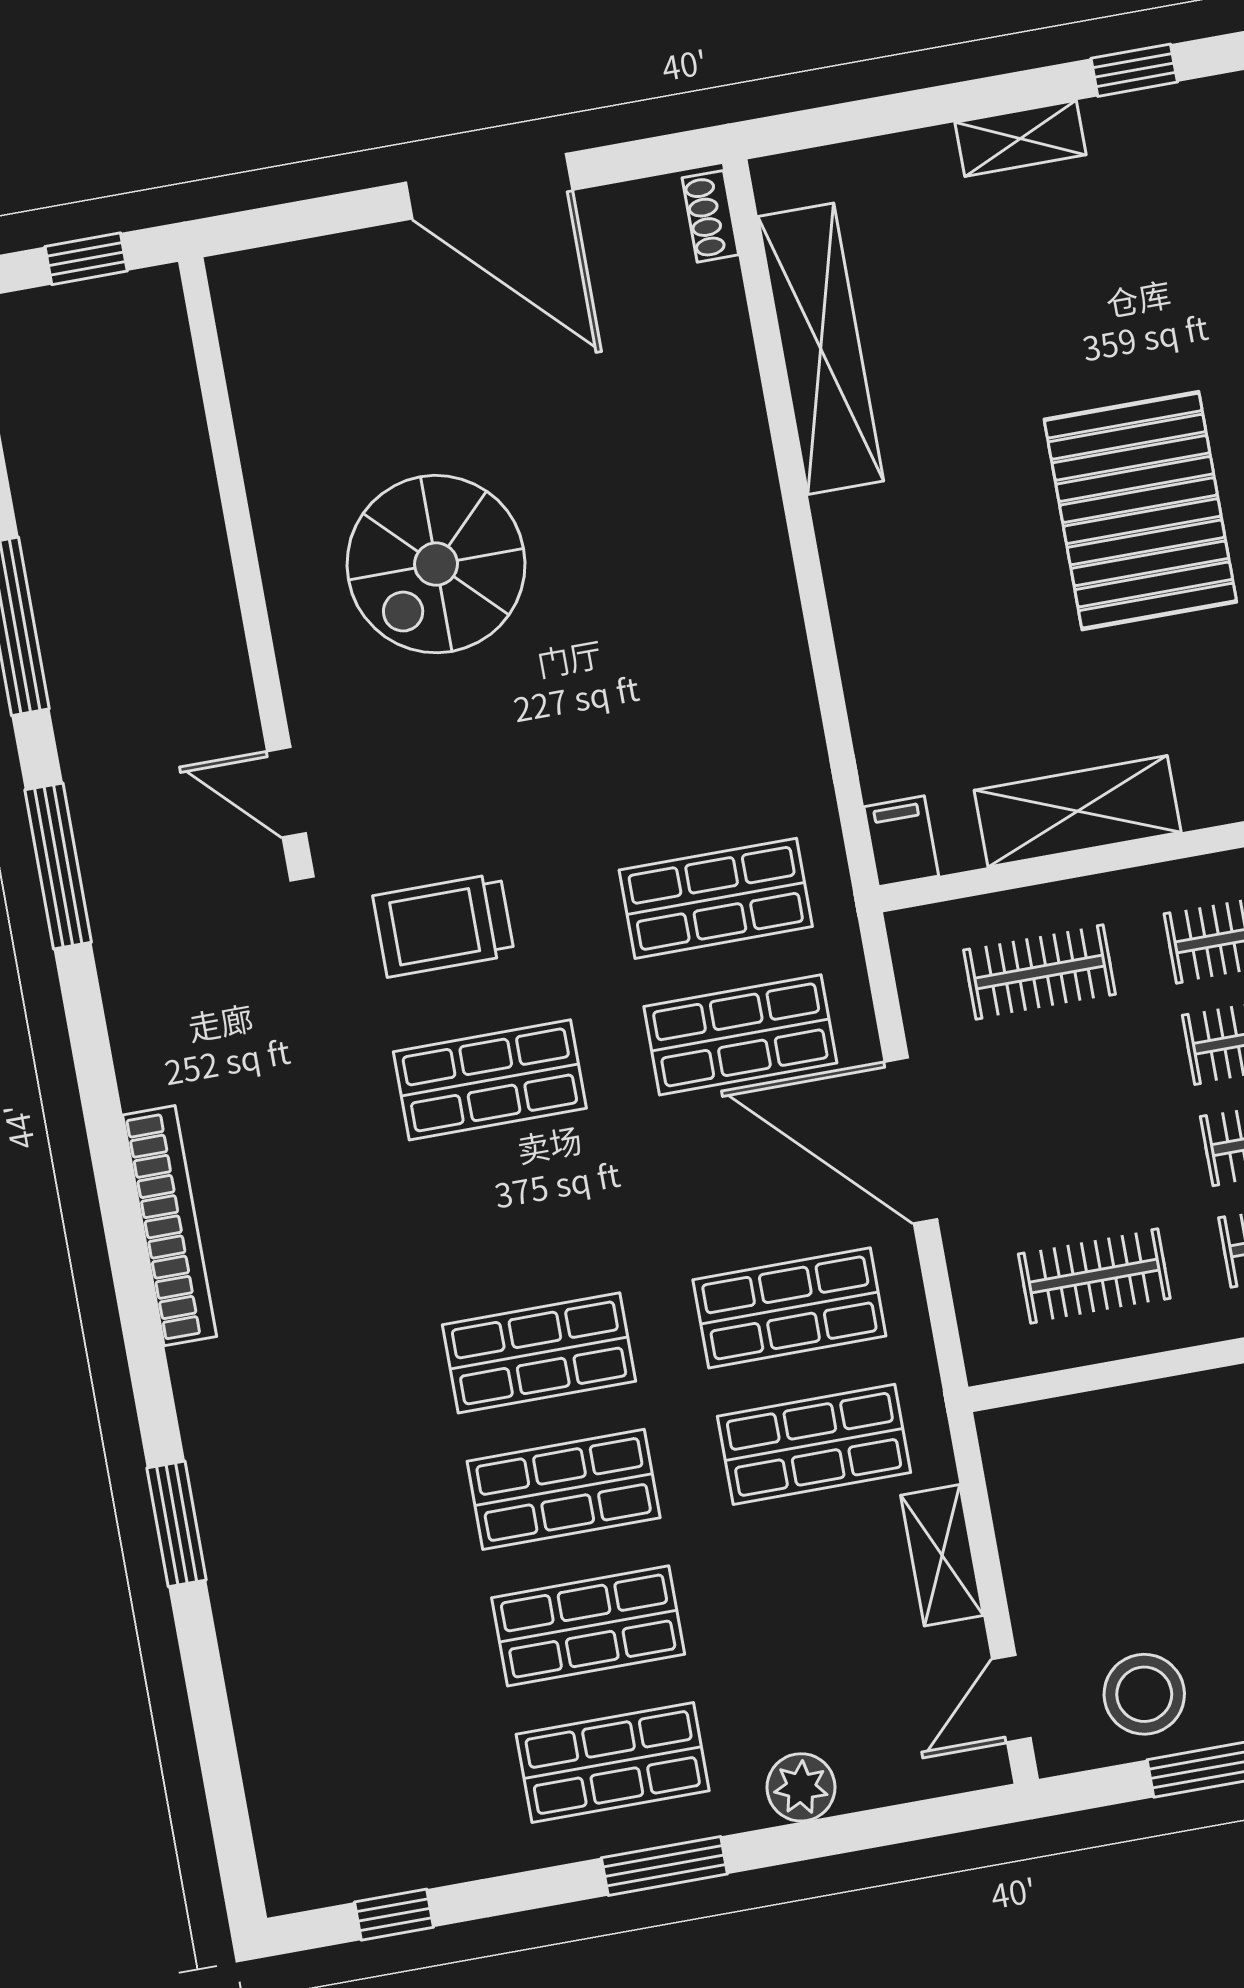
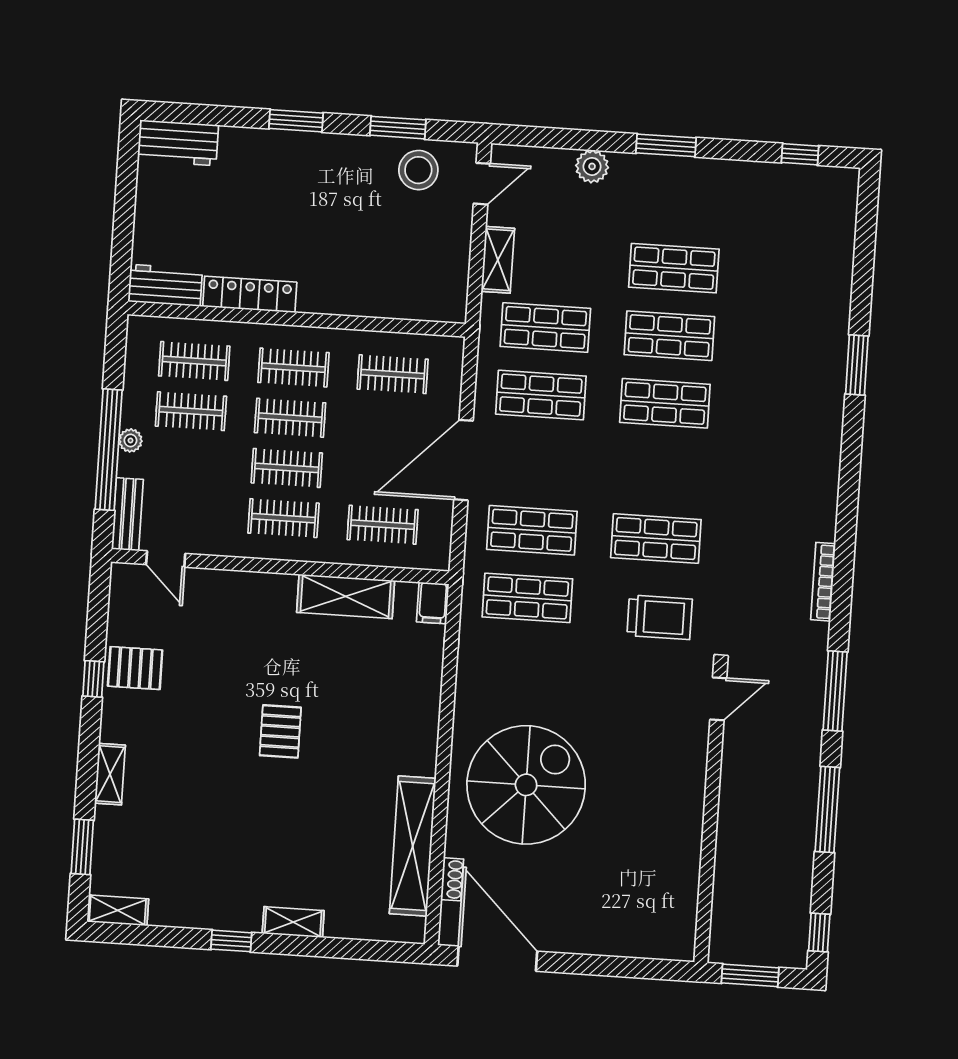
door: (489, 186) -> (497, 959), moved
shoe rack: (710, 216) -> (452, 879), moved
window: (86, 259) -> (750, 975), width x1.50
pallet: (1140, 511) -> (280, 731), width x0.49, depth x0.50
spiral stairs: (436, 564) -> (526, 785), moved, width x1.37, depth x1.37
door: (287, 792) -> (718, 699), hinge flipped
door: (911, 1141) -> (464, 460), swing flipped
bookcase: (170, 1226) -> (823, 582), moved, width x0.68, depth x0.76
shop shelf: (613, 1762) -> (678, 201), removed

